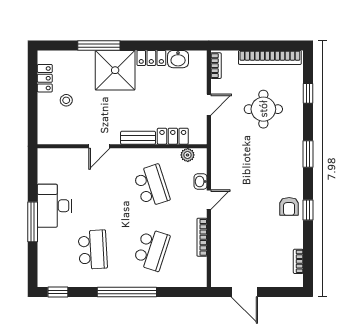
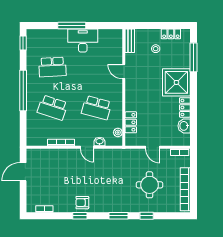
window: (99, 46) -> (193, 57), moved
window: (308, 93) -> (147, 216), moved
bench: (138, 138) -> (130, 41), moved
school desk: (152, 186) -> (97, 108), turned 33

